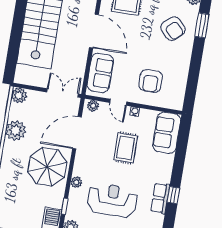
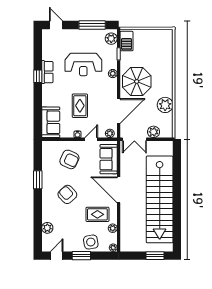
window: (202, 25) -> (38, 180), moved
armchair: (173, 29) -> (67, 194), moved
armchair: (151, 81) -> (69, 159), turned 114
plant: (19, 95) -> (154, 132), moved
door: (118, 102) -> (91, 139), hinge flipped

